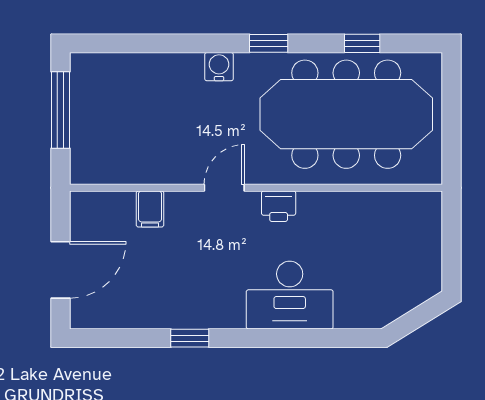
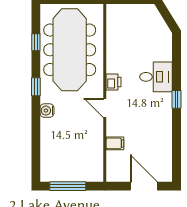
desk: (290, 295) -> (156, 77), width x0.73
window: (190, 338) -> (177, 99), moved

